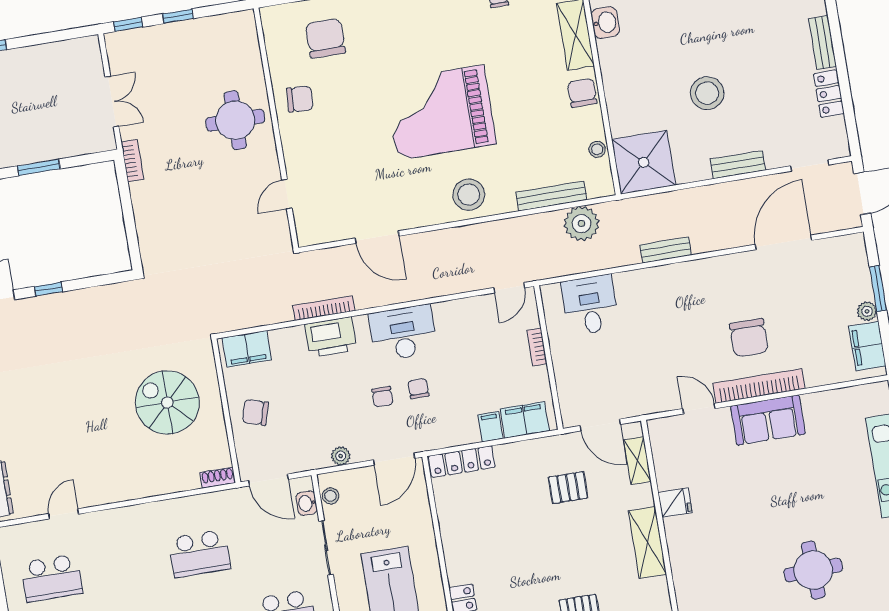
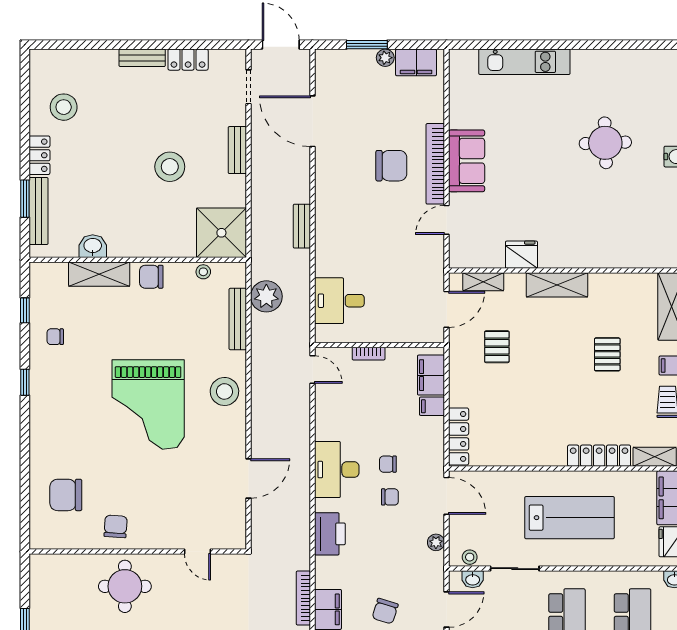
bookcase: (324, 308) -> (303, 598), moved
fridge: (675, 503) -> (521, 255), width x1.38

